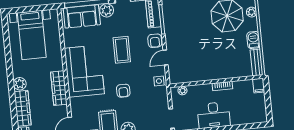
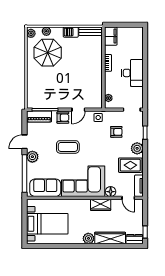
sofa: (82, 16) -> (45, 188), moved, turned -90
door: (166, 58) -> (78, 110), hinge flipped
filing cabinet: (259, 86) -> (111, 36), width x2.00
wardrobe: (59, 88) -> (101, 205), width x0.67
armchair: (123, 91) -> (116, 132), moved
floor lamp: (76, 104) -> (111, 192), added

